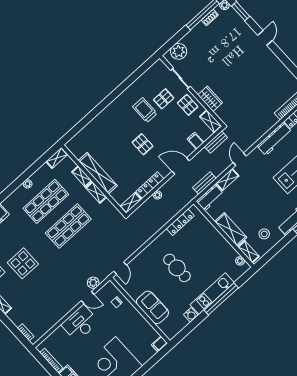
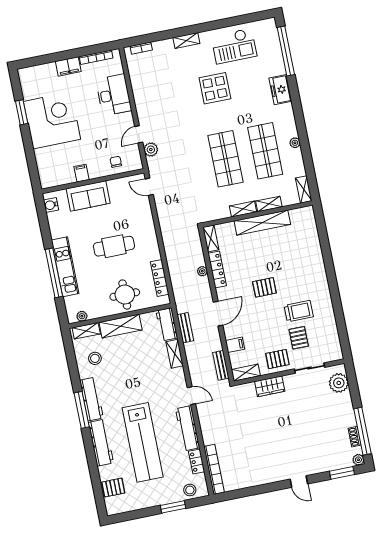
door: (240, 159) -> (191, 396), moved
round table: (207, 240) -> (125, 295), added
water cooler: (191, 315) -> (51, 205), moved
desk: (80, 323) -> (114, 95), moved
filing cabinet: (159, 344) -> (81, 173), moved

